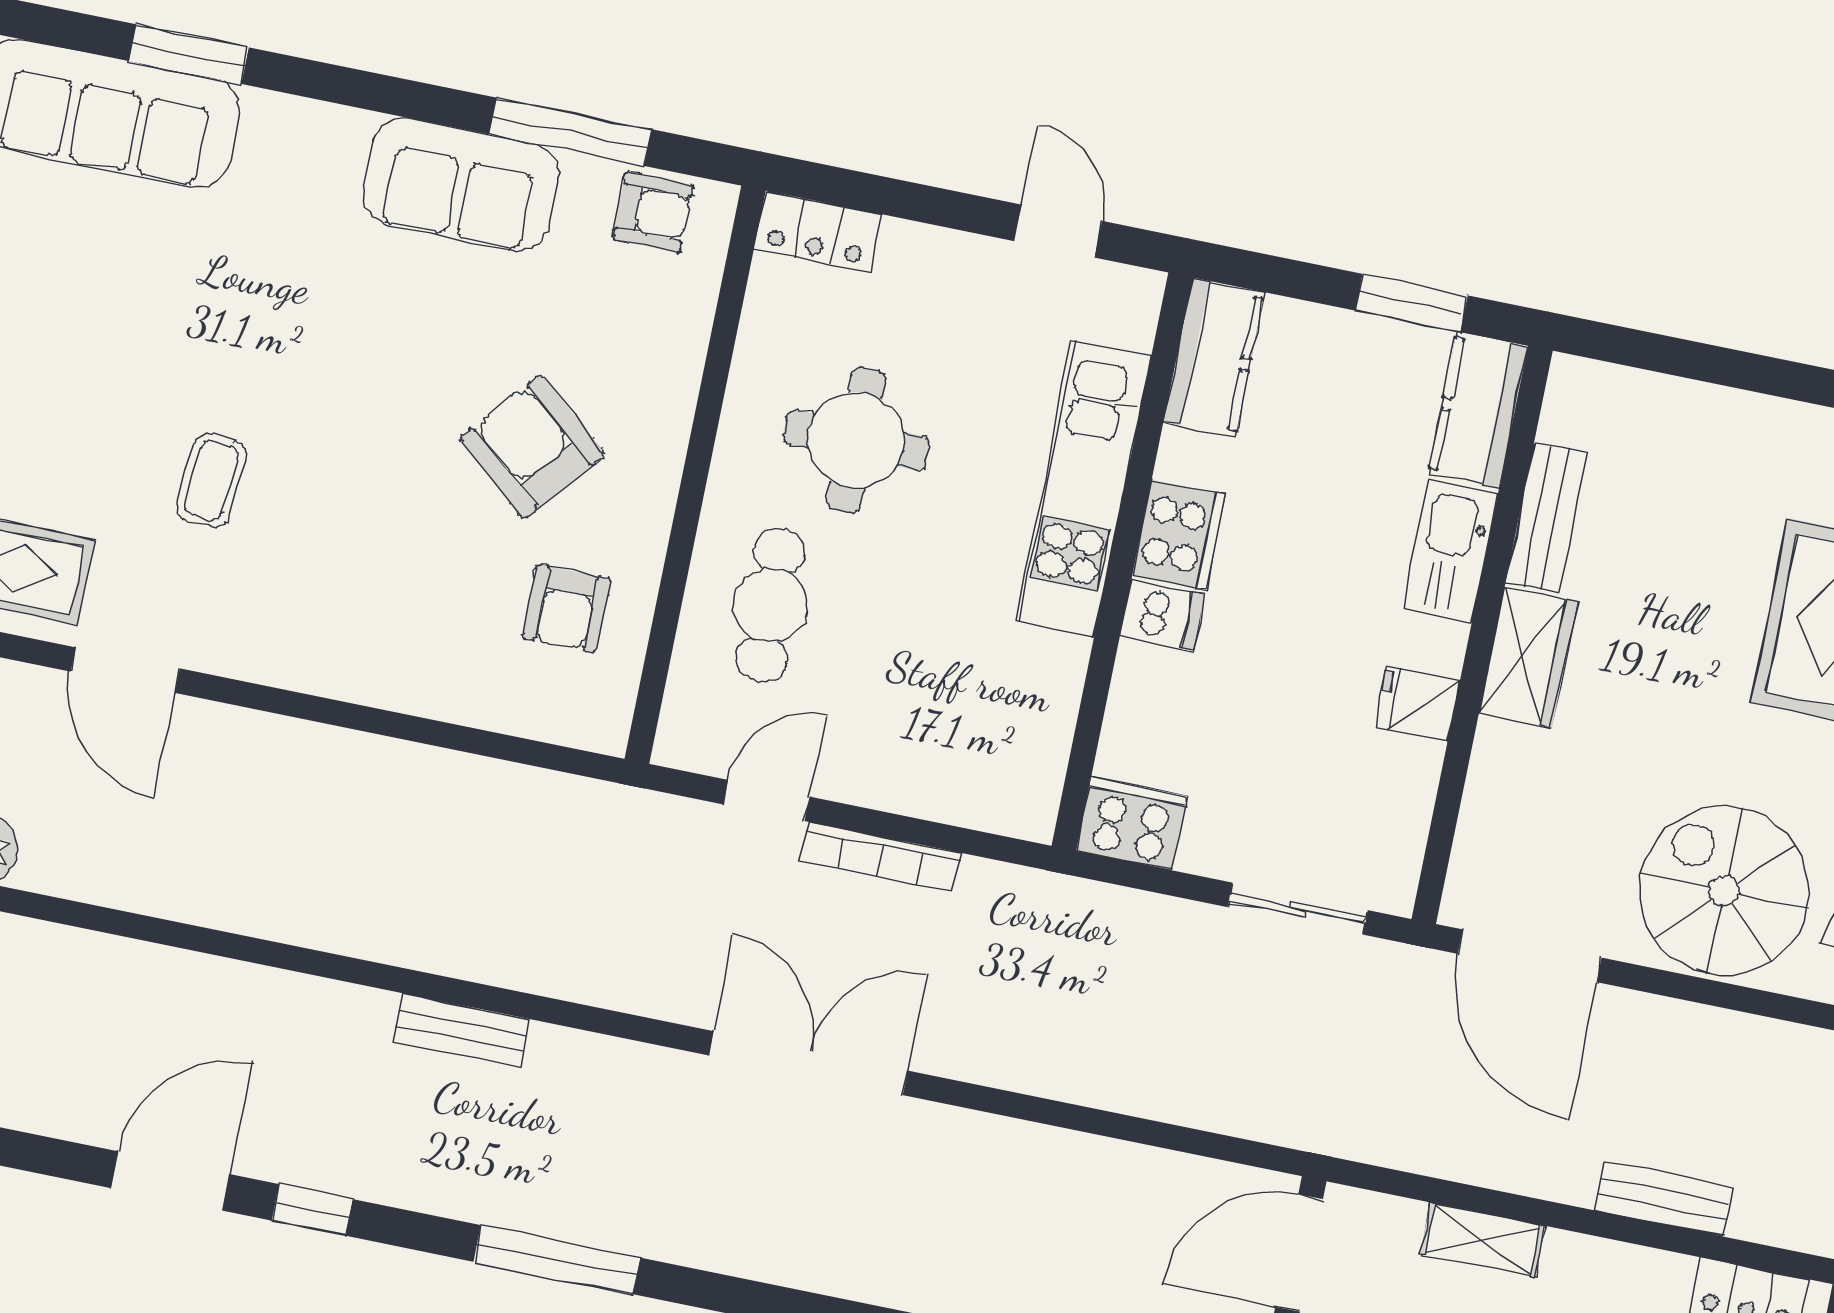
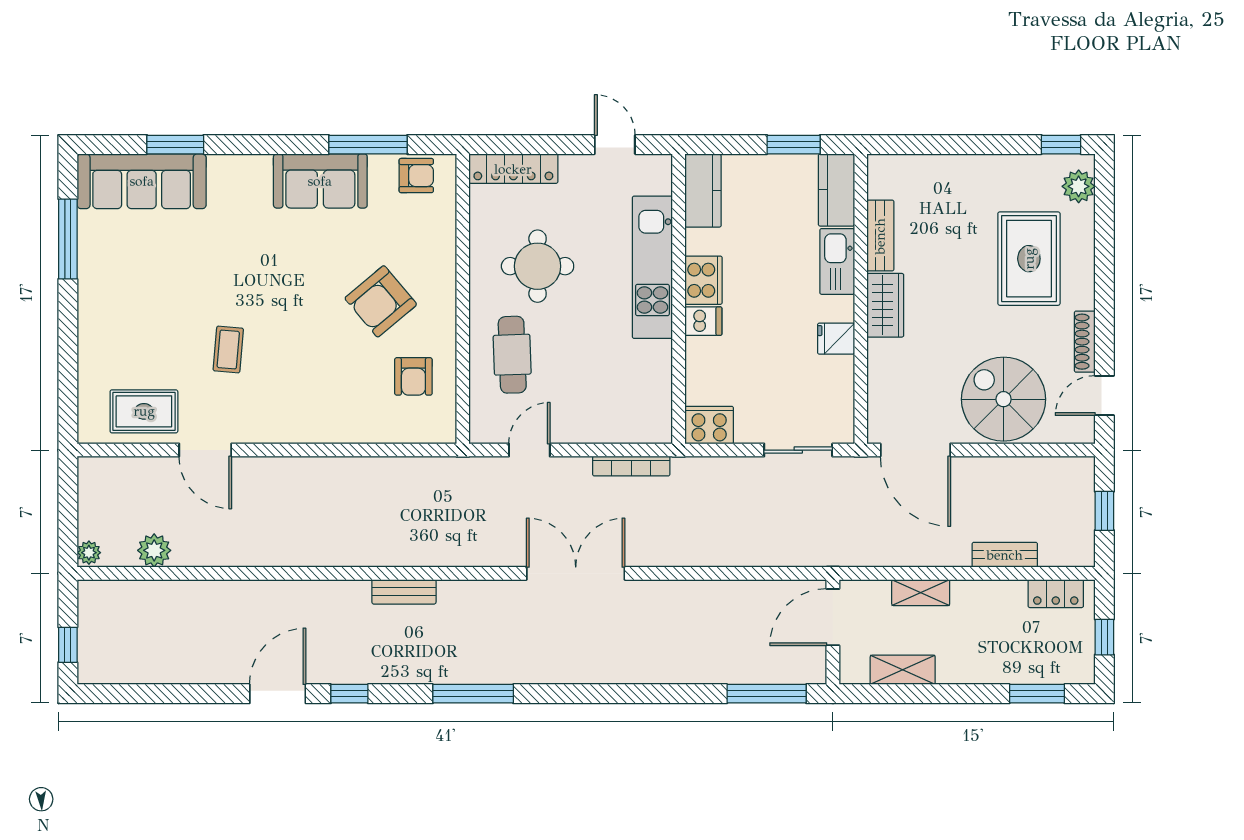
locker: (817, 231) -> (513, 169), width x1.53
armchair: (532, 447) -> (381, 301), turned -80
bookcase: (880, 857) -> (631, 466), moved

